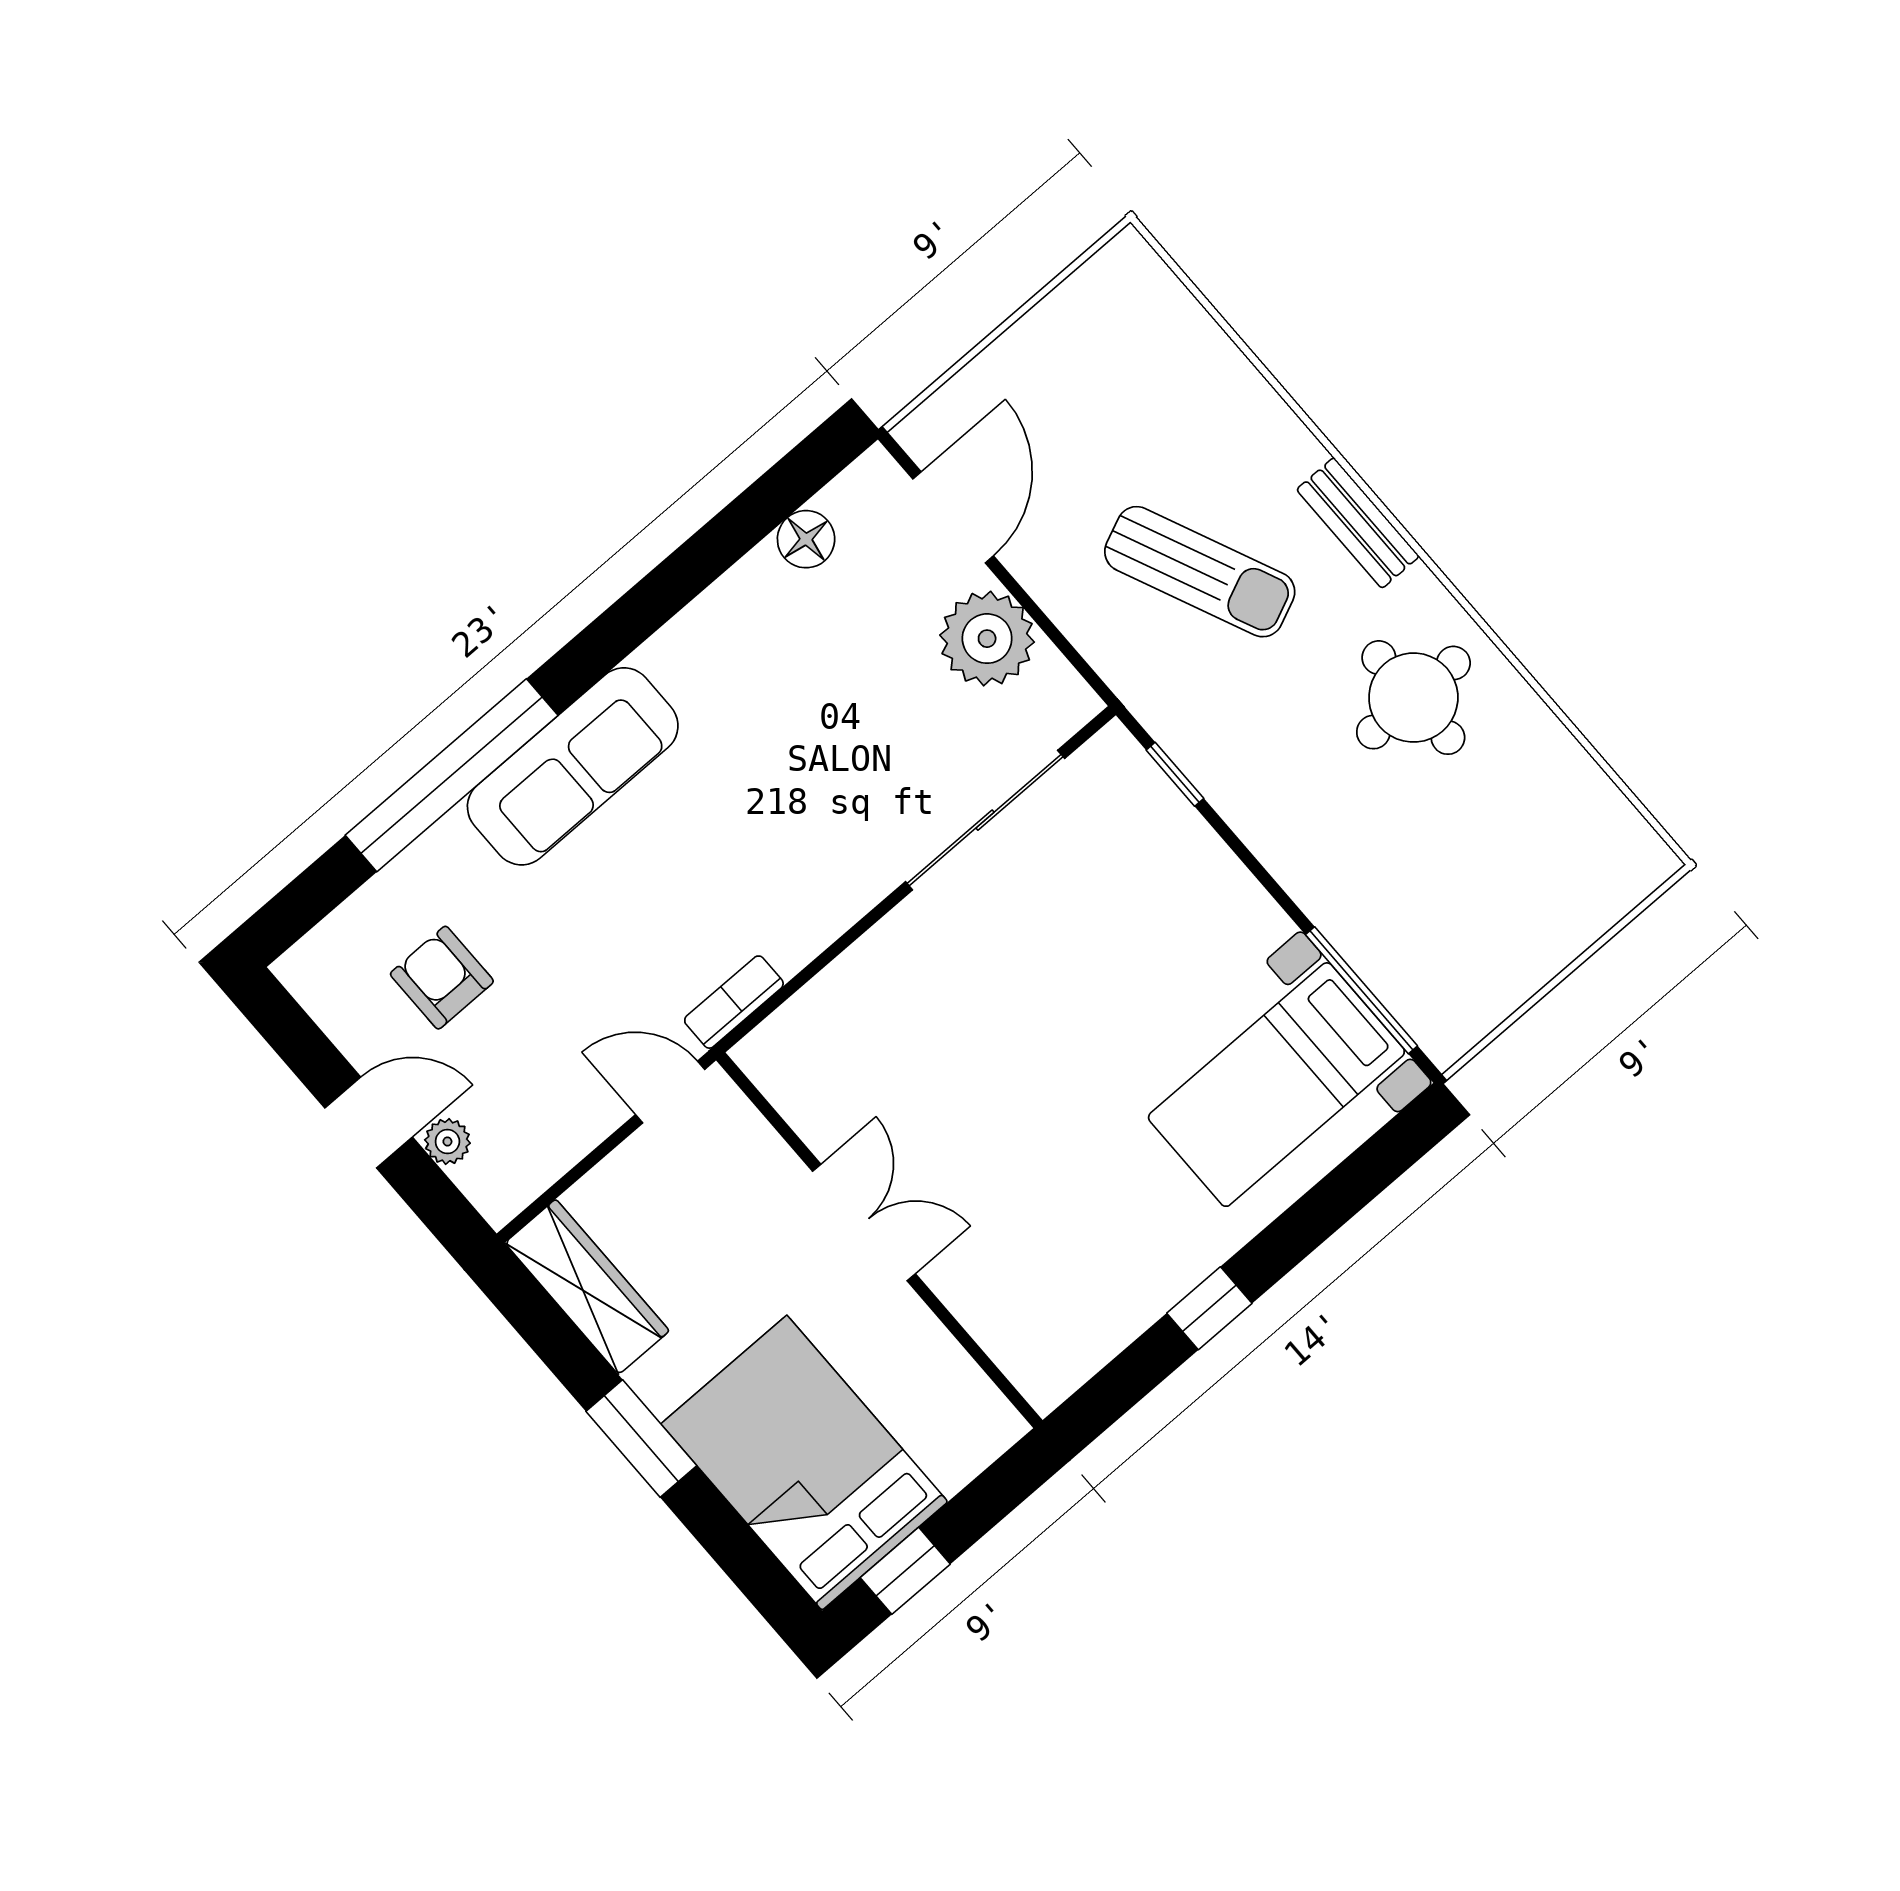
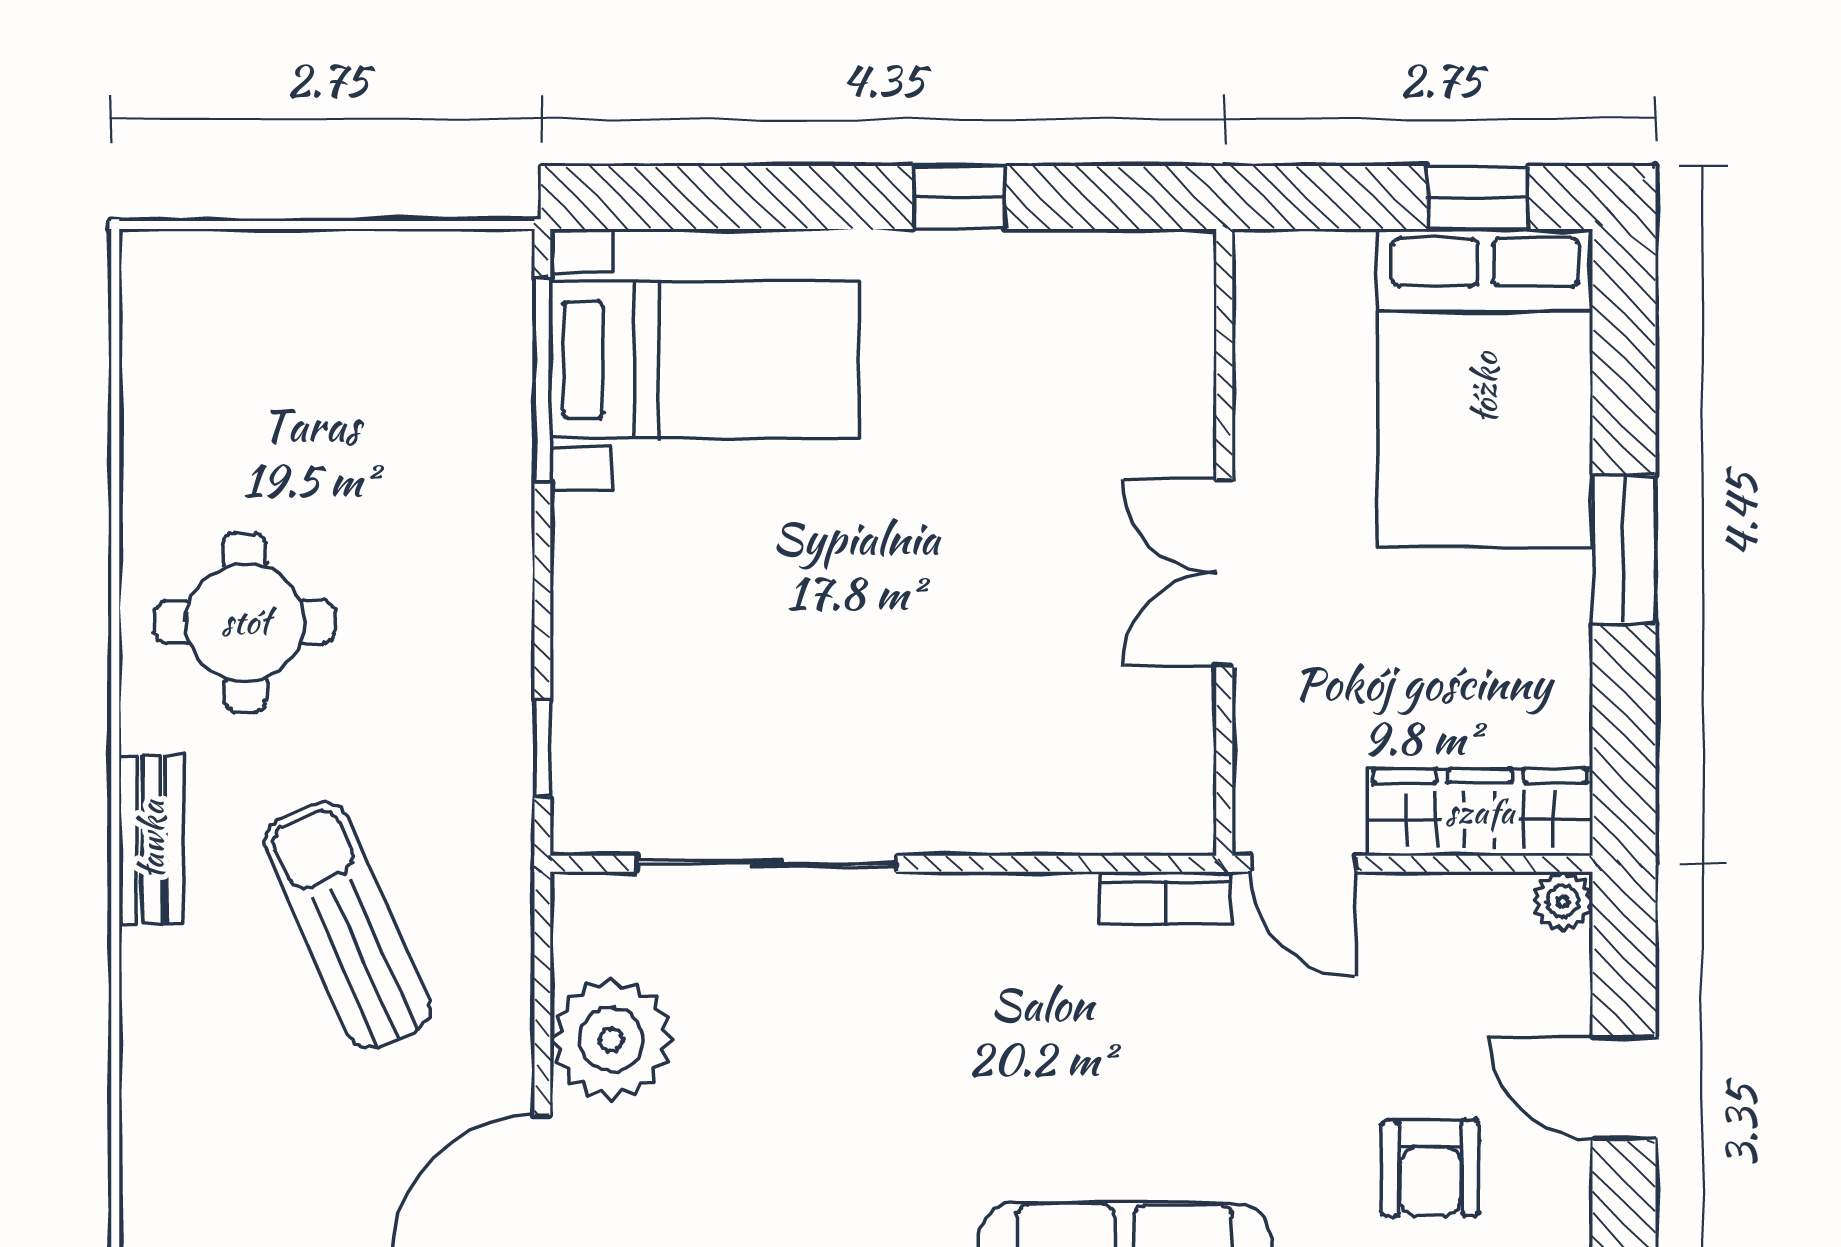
plant: (447, 1141) -> (1563, 901), moved
wardrobe: (587, 1287) -> (1480, 812), moved, turned 90

